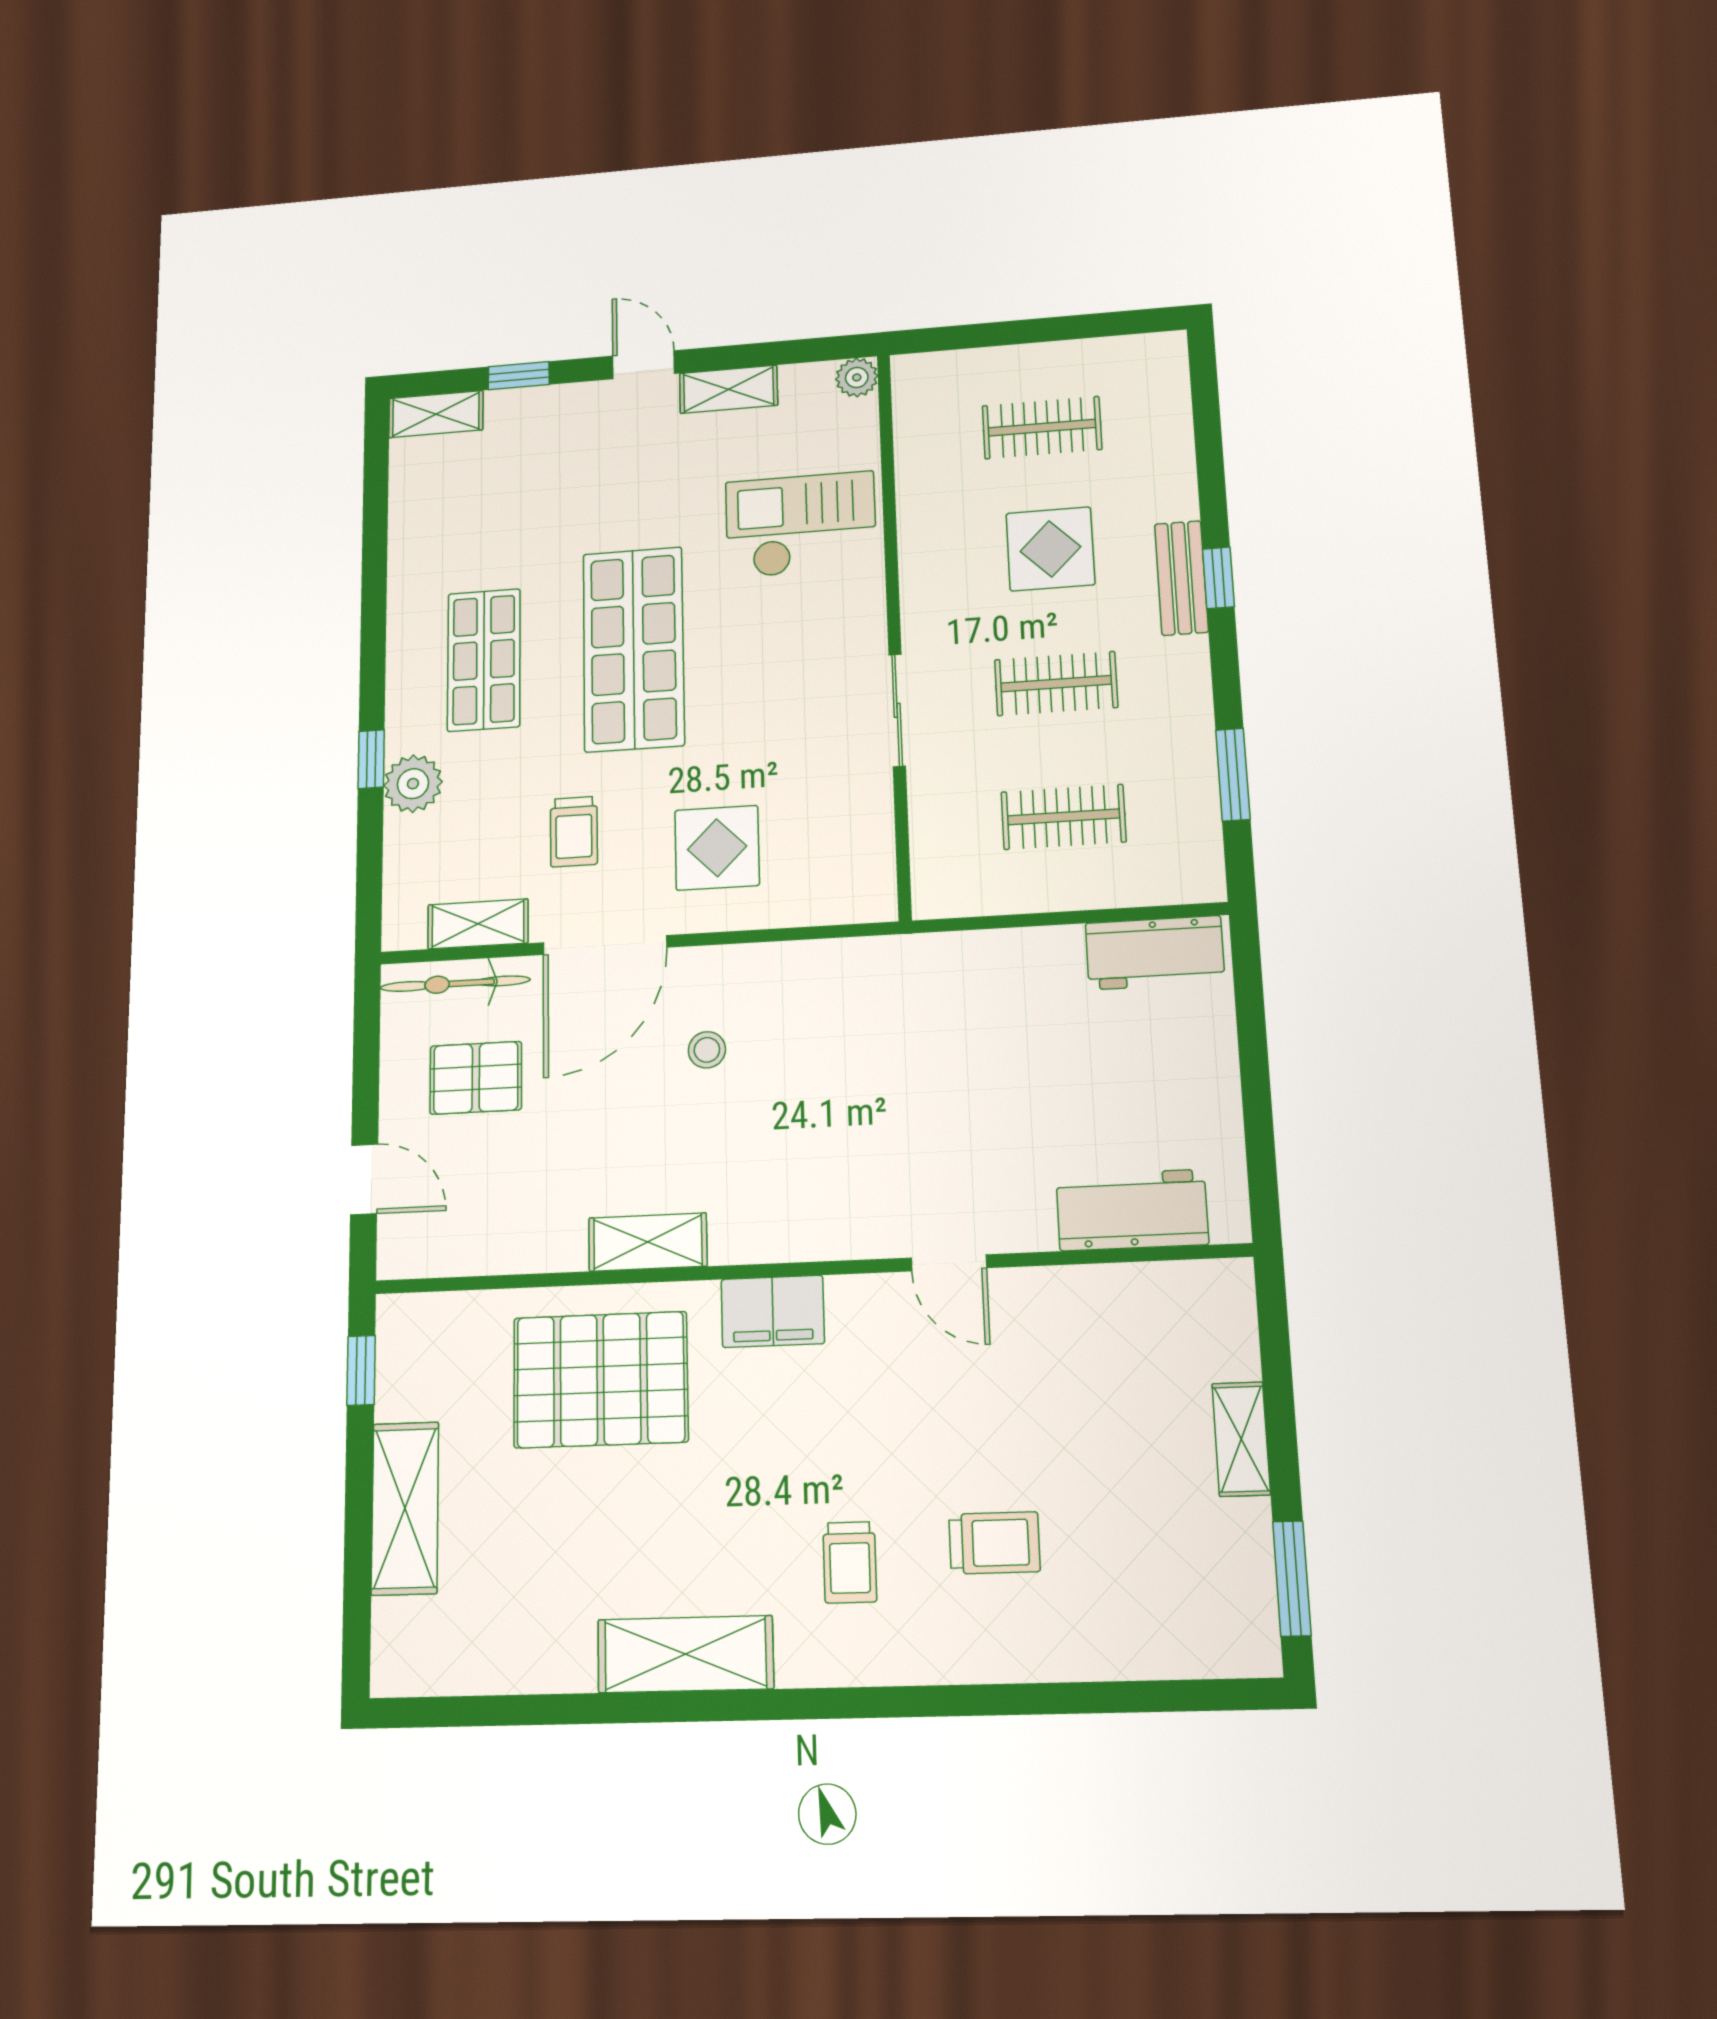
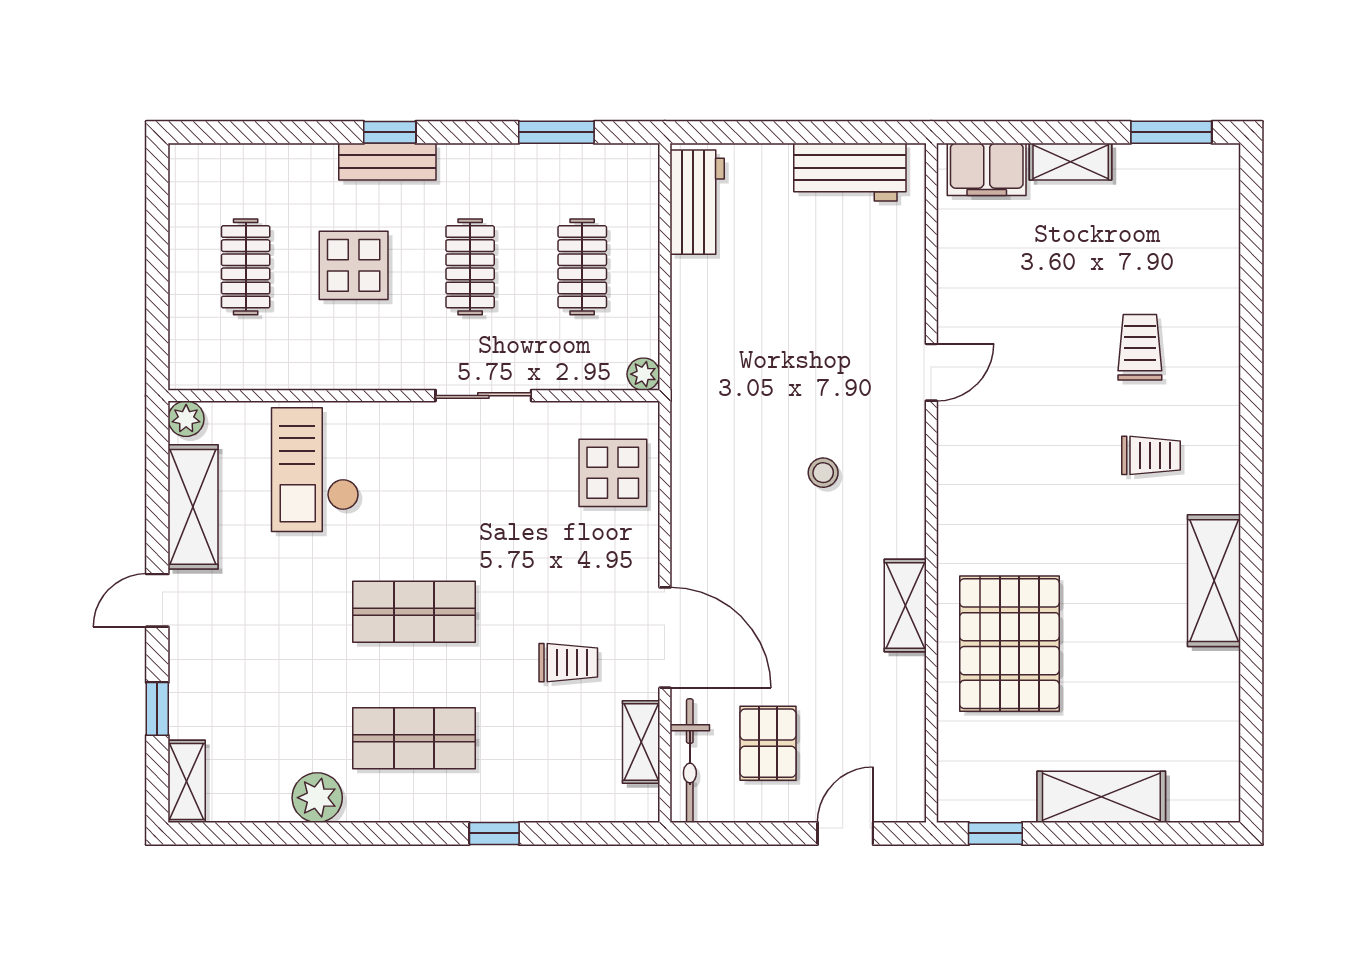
shelving: (729, 389) -> (193, 507), width x1.50, depth x1.33
shop shelf: (633, 649) -> (414, 612), width x0.70, depth x0.74
plant: (413, 784) -> (317, 798), moved
display table: (717, 848) -> (613, 473), moved
plant: (931, 900) -> (643, 374), added
stool: (707, 1050) -> (823, 473), moved
workbench: (1132, 1210) -> (850, 172), moved, turned -90
filing cabinet: (773, 1311) -> (987, 169), moved, turned 90

